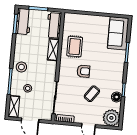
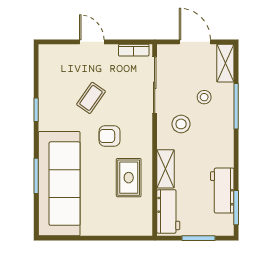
workbench: (23, 21) -> (222, 191), moved
sofa: (118, 33) -> (59, 184), width x1.85, depth x1.27
stool: (21, 67) -> (181, 124), moved
floor lamp: (117, 97) -> (47, 96), removed
plant: (111, 118) -> (53, 59), removed

